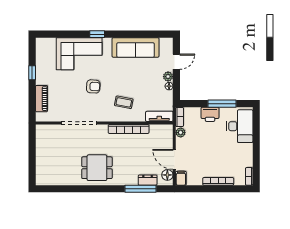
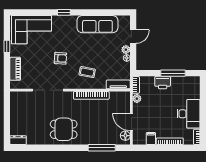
corner sofa: (79, 54) -> (32, 30), moved
desk: (240, 126) -> (189, 114), moved
filing cabinet: (181, 178) -> (151, 139), moved
dresser: (148, 180) -> (18, 140), moved

